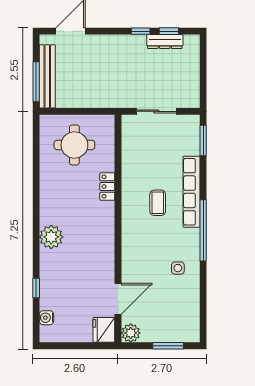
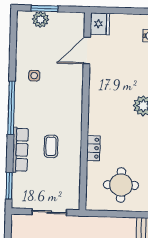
row of seats: (191, 192) -> (20, 150), width x0.73
coffee table: (158, 203) -> (51, 146), moved
plant: (131, 333) -> (41, 19), moved

